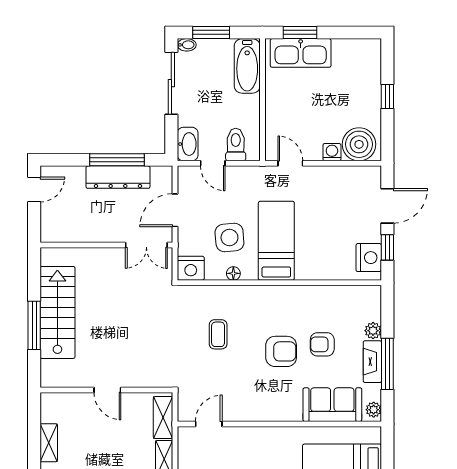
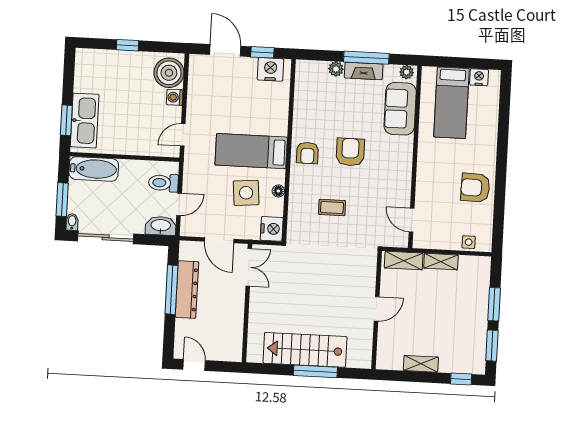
armchair: (322, 344) -> (307, 153), moved

